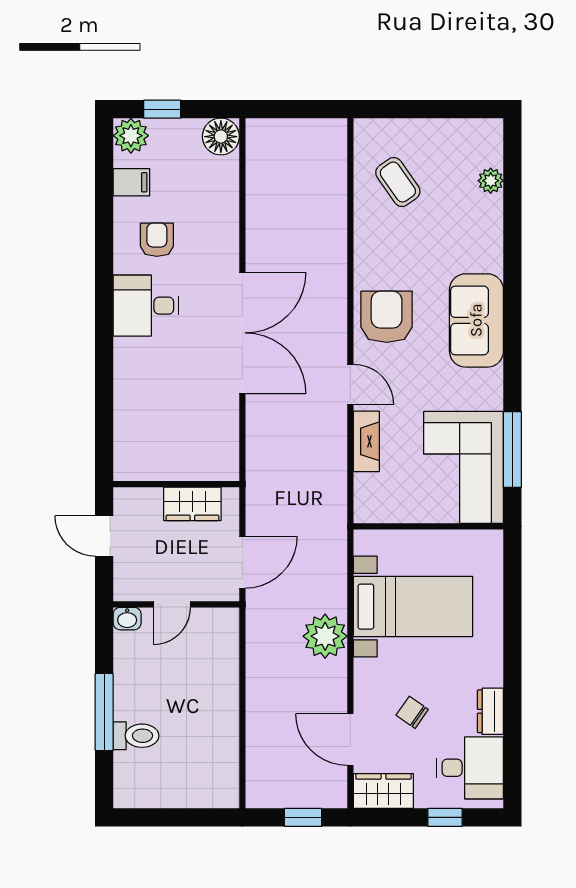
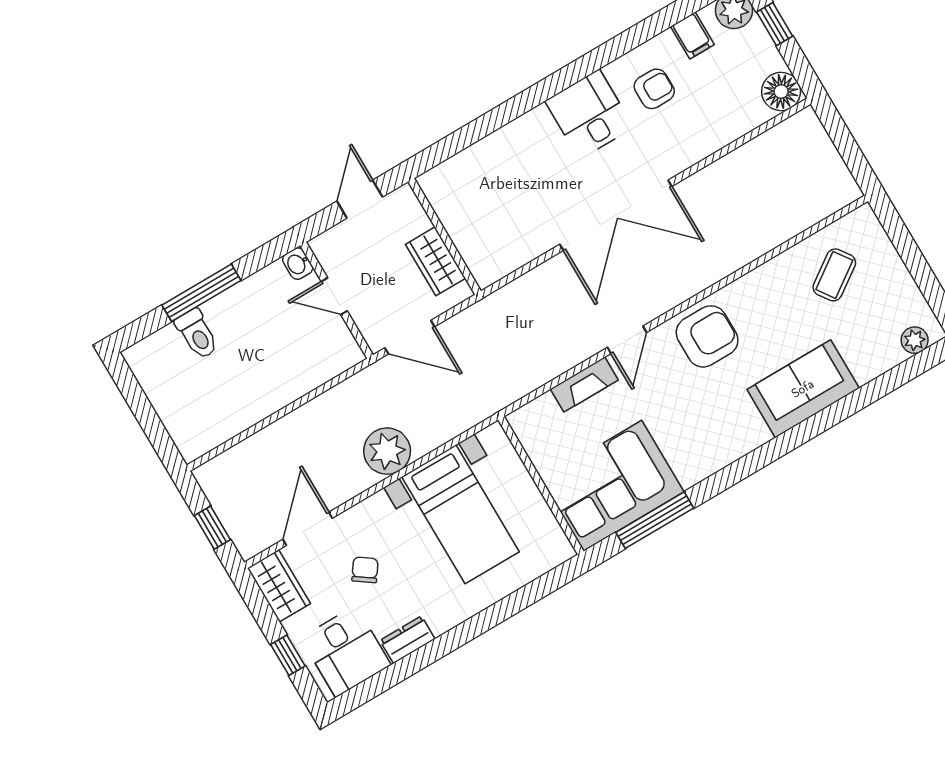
plant: (491, 181) -> (915, 340), moved
sofa: (476, 320) -> (803, 389), moved

